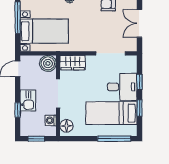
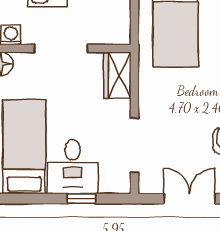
boiler: (48, 63) -> (116, 30), removed
window: (139, 108) -> (34, 199), removed

